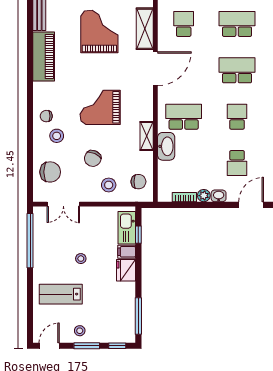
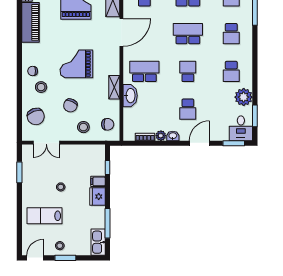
chair: (50, 172) -> (36, 116), turned 70
kitchen sink: (127, 228) -> (98, 242), moved
window: (30, 241) -> (19, 172), width x0.47
window: (138, 316) -> (108, 223), moved
window: (117, 346) -> (90, 258), removed

